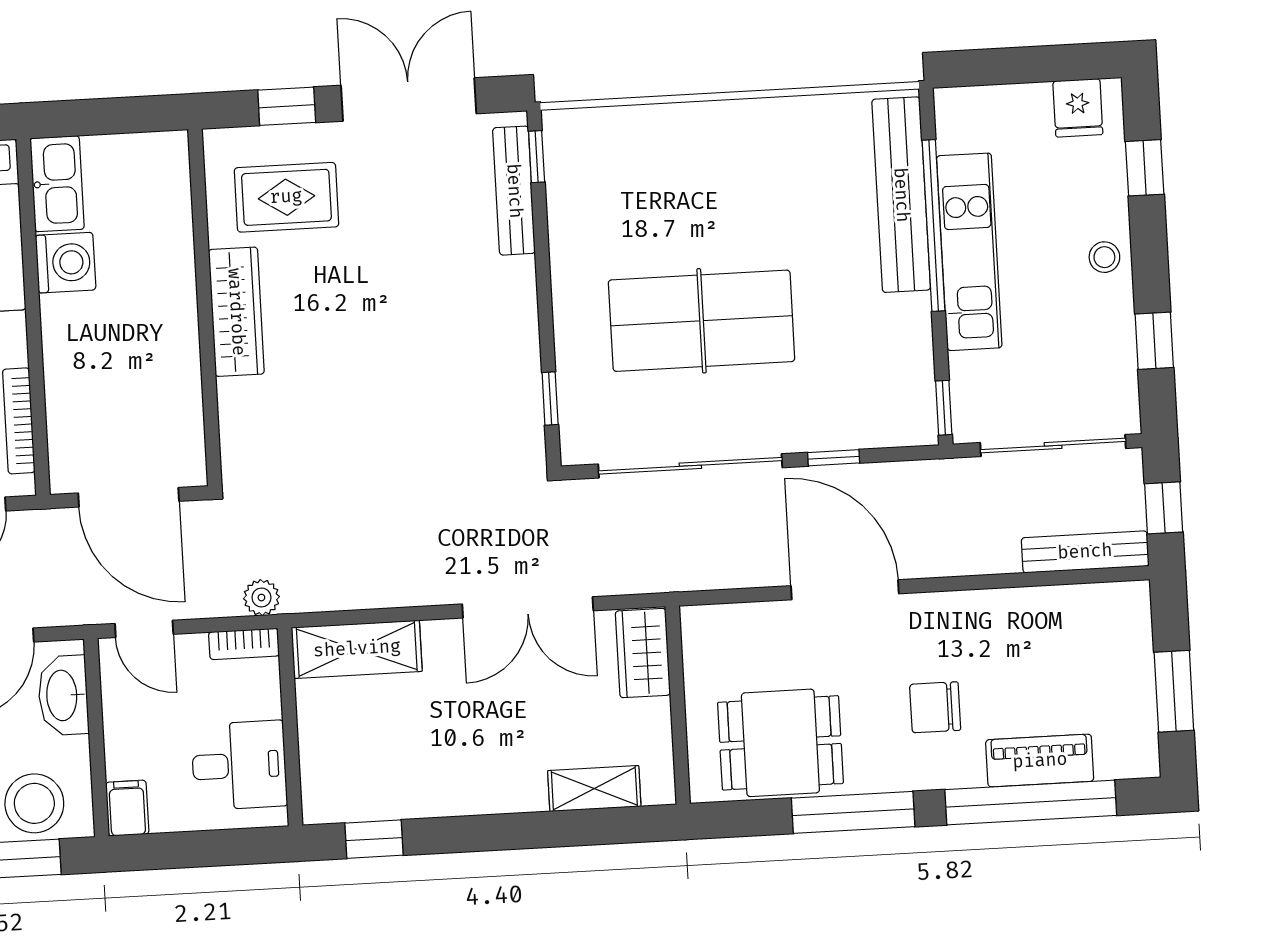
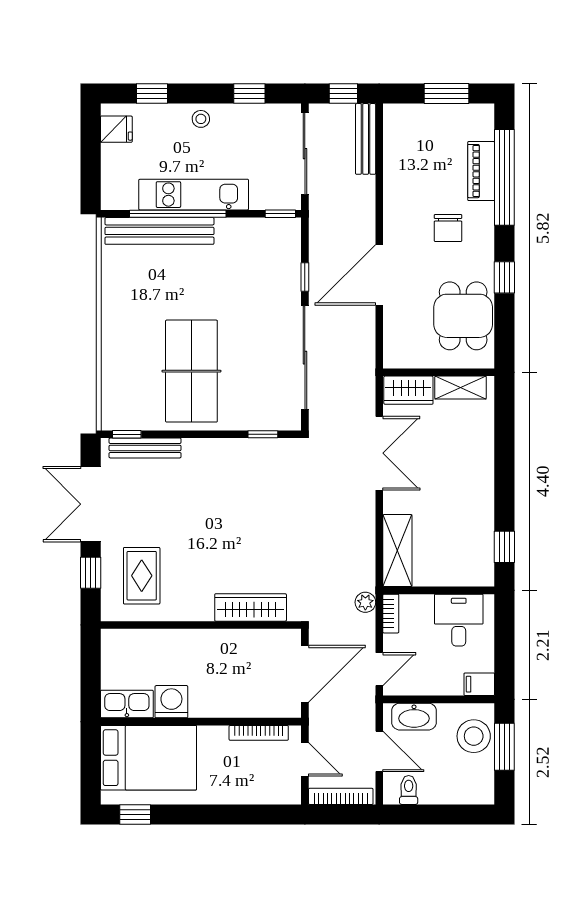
wardrobe: (236, 312) -> (251, 607), moved
table tennis table: (702, 321) -> (191, 371), moved
shelving: (594, 789) -> (461, 388), moved, turned 90
window: (853, 812) -> (504, 277), width x0.46

